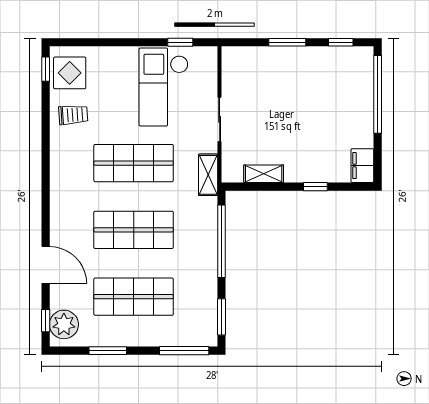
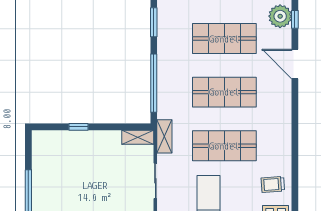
filing cabinet: (362, 166) -> (41, 144), removed
shelving: (264, 174) -> (138, 137), moved

